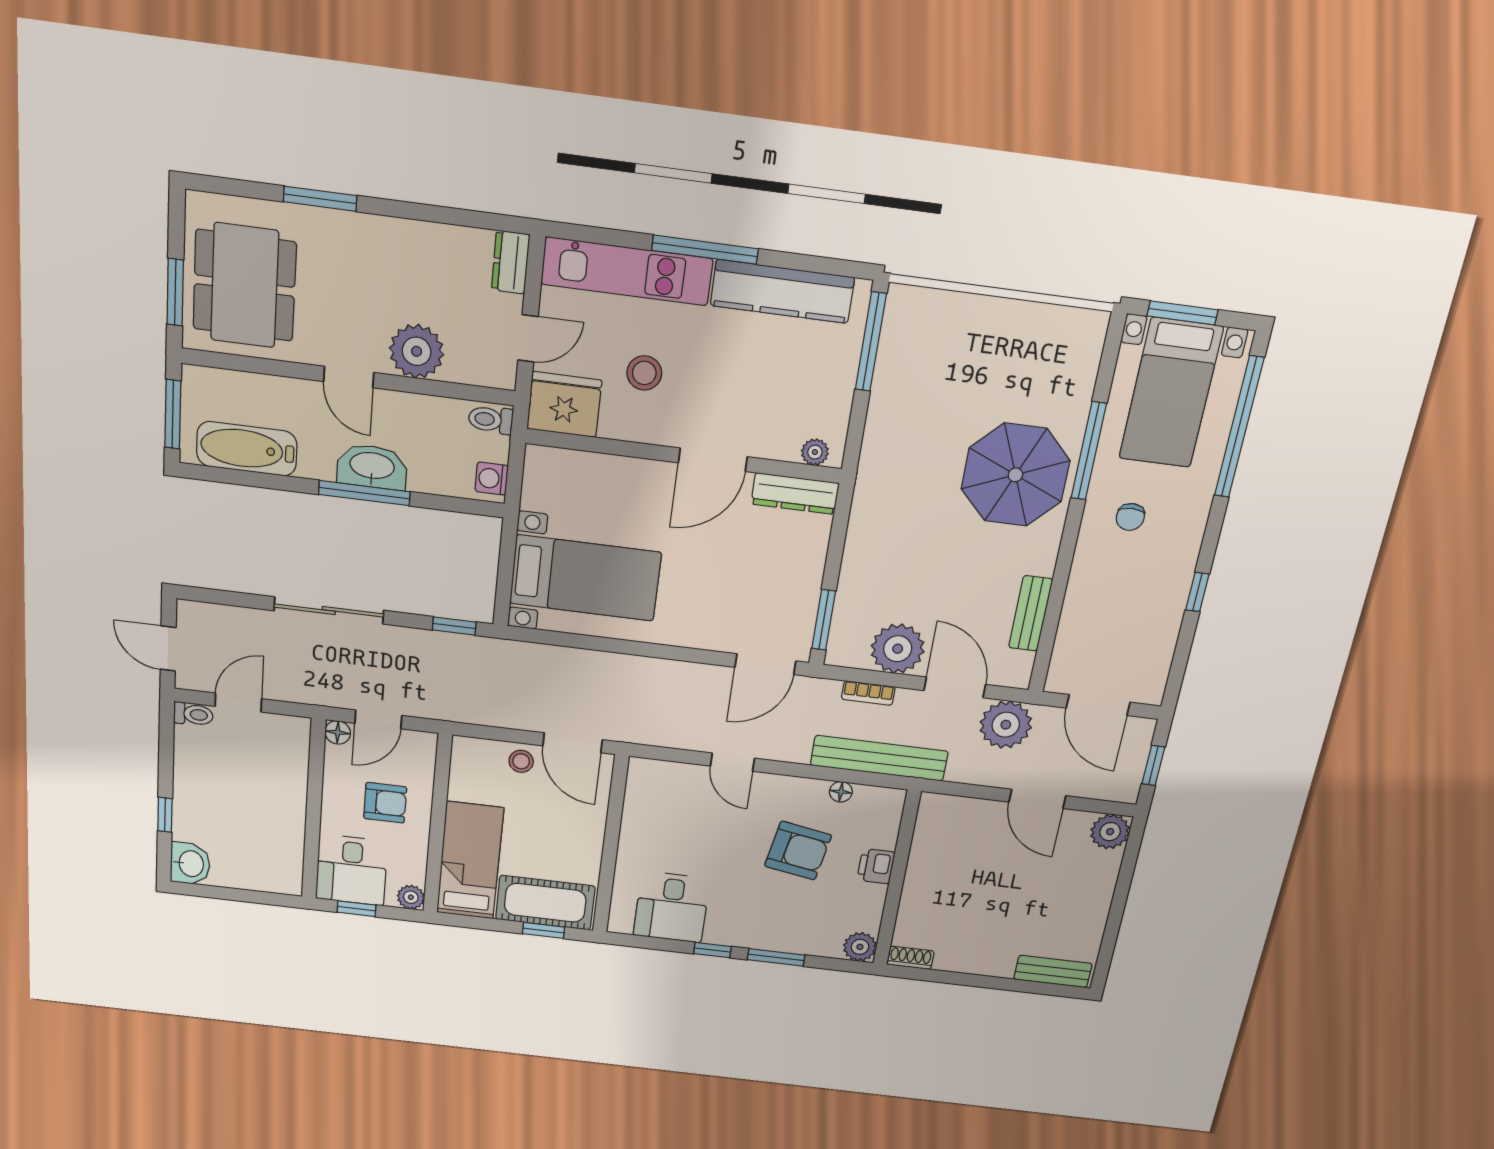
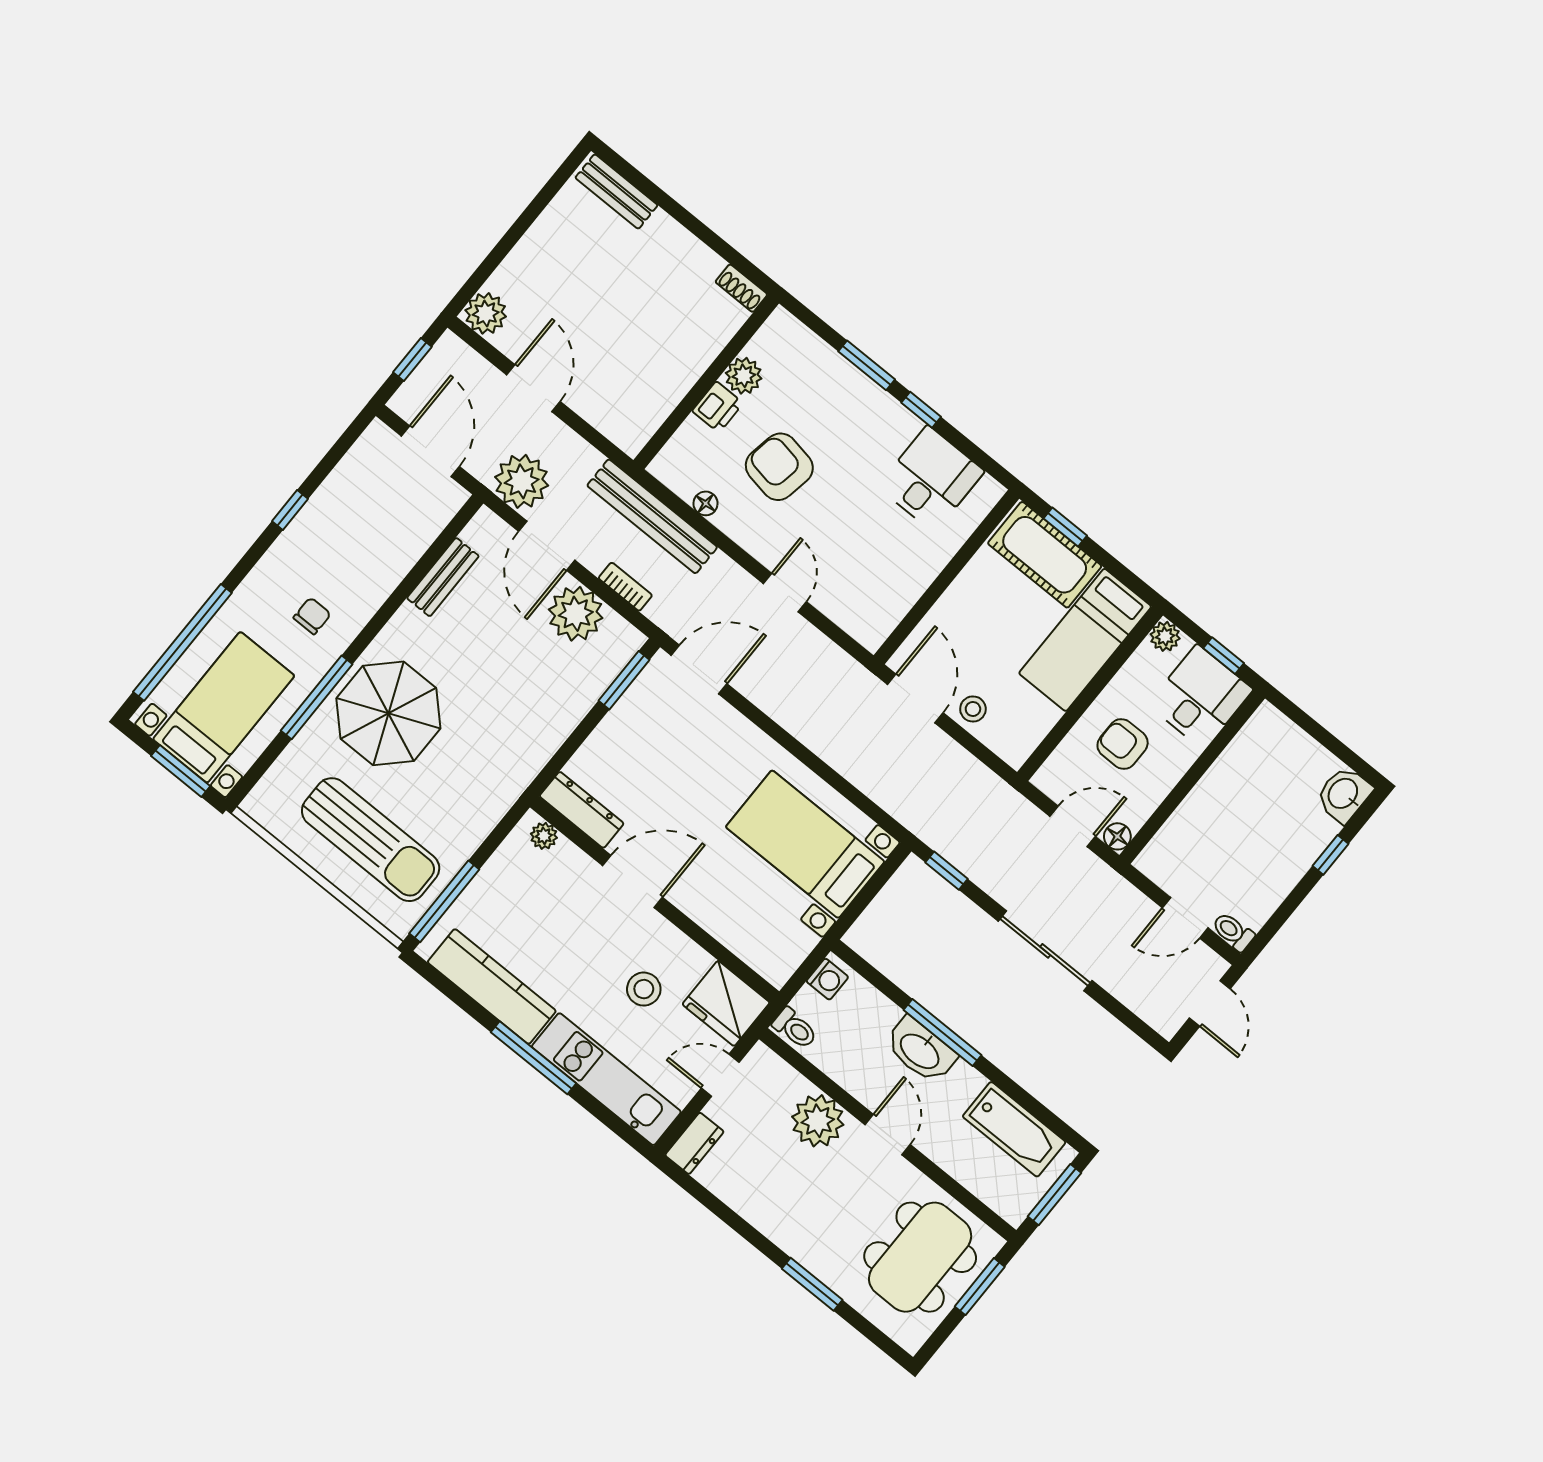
sun lounger: (970, 356) -> (371, 840), added
plant: (860, 947) -> (744, 376), moved

